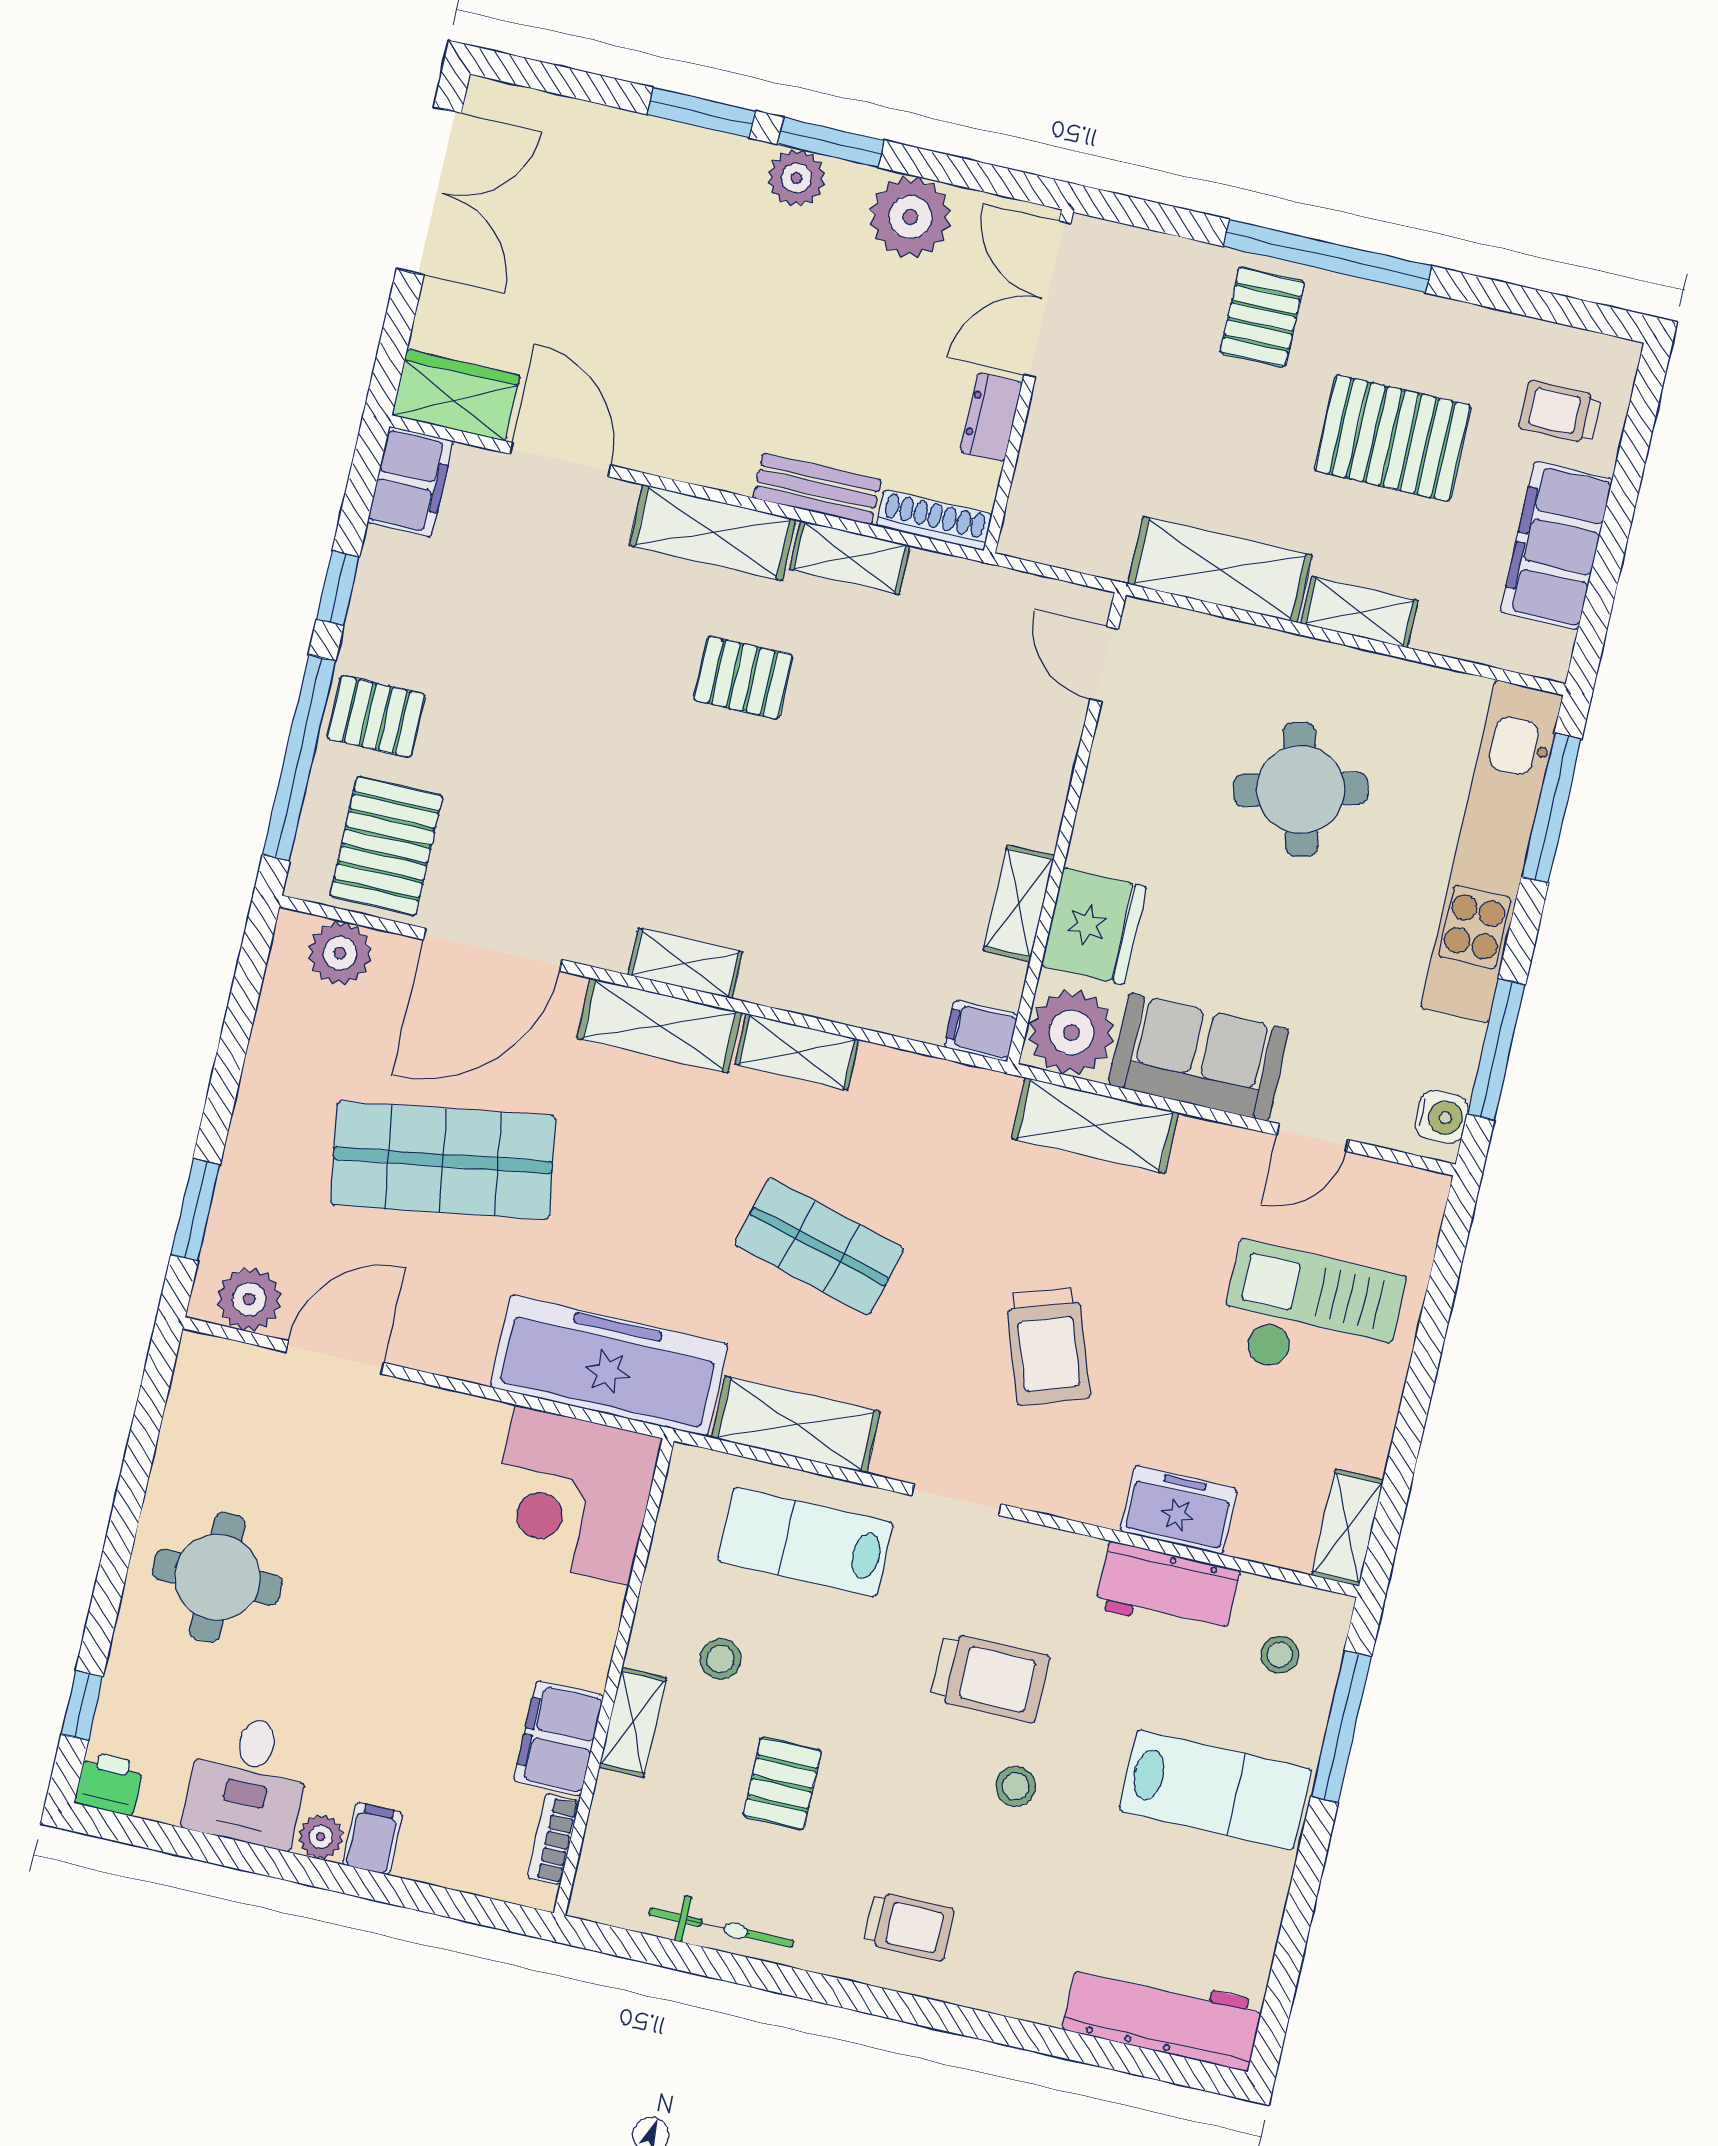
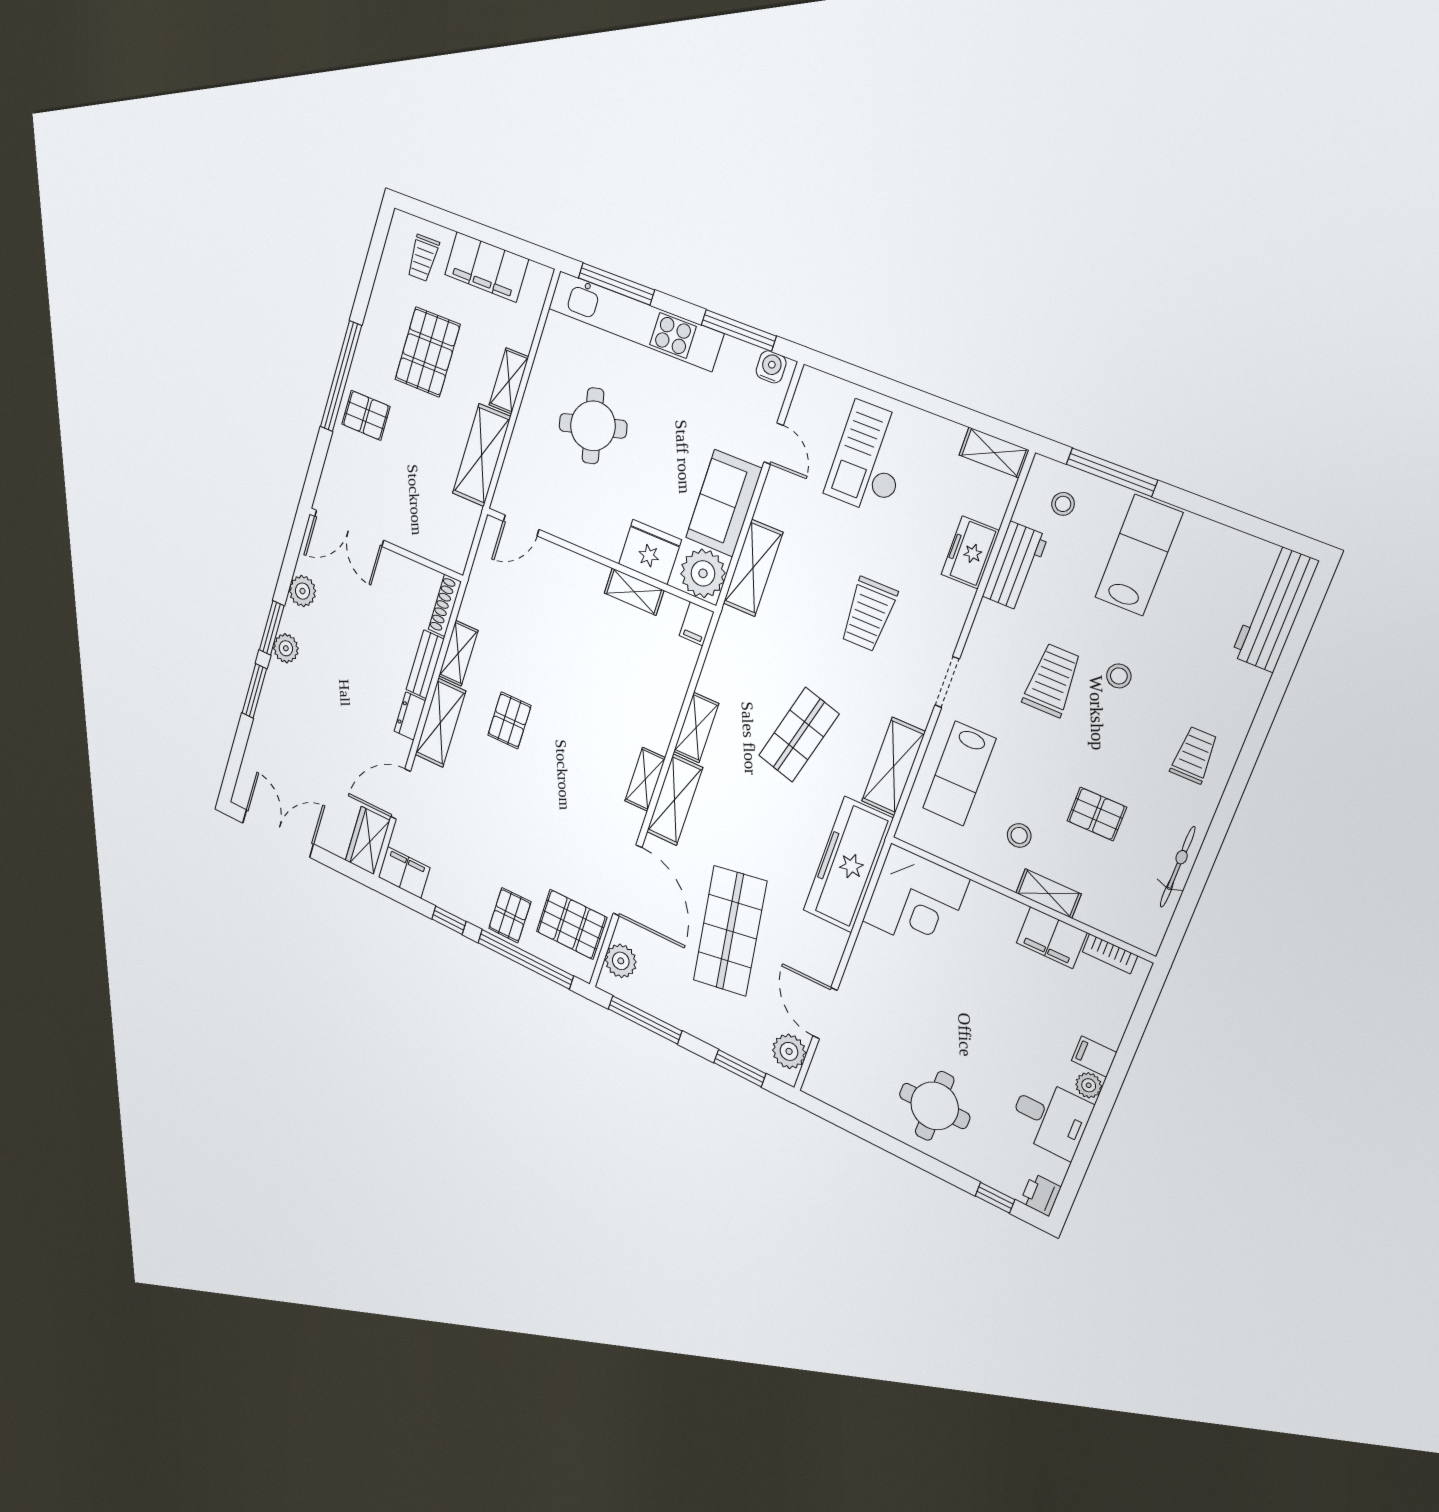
plant: (910, 217) -> (303, 591), width x0.73, depth x0.73
dresser: (991, 417) -> (410, 716), moved, turned 90
window: (240, 1014) -> (645, 1020), added
trolley: (1048, 1346) -> (868, 614), turned 109

